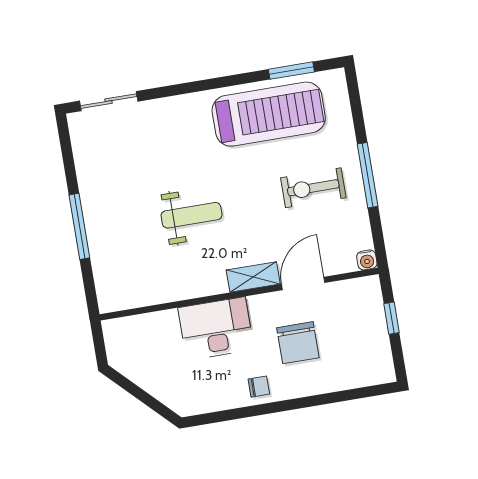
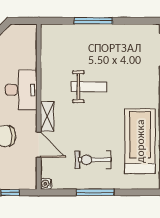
treadmill: (269, 114) -> (140, 141), turned 180
exercise bike: (313, 188) -> (93, 160), turned -90
weight bench: (192, 215) -> (89, 87), turned -90

